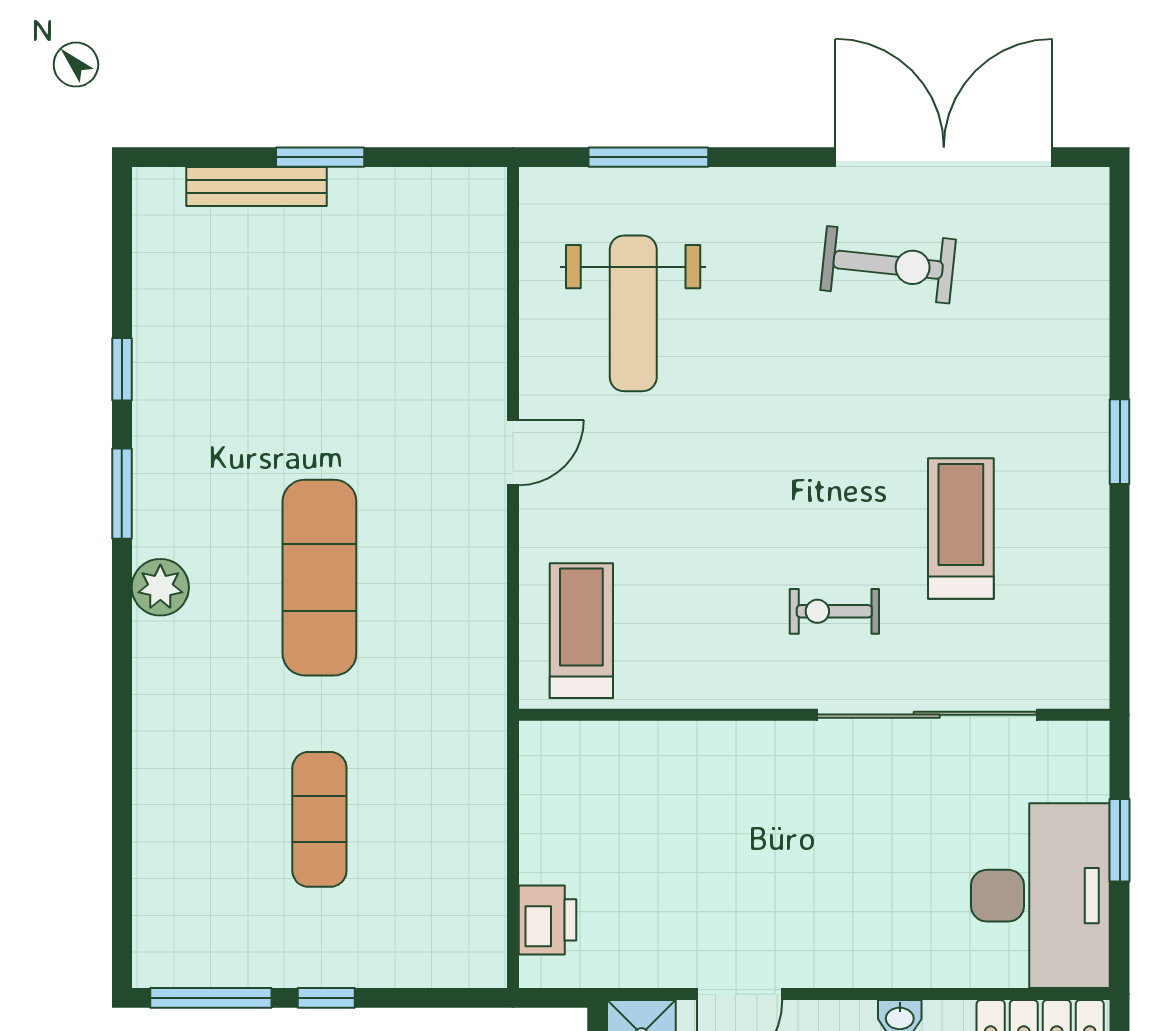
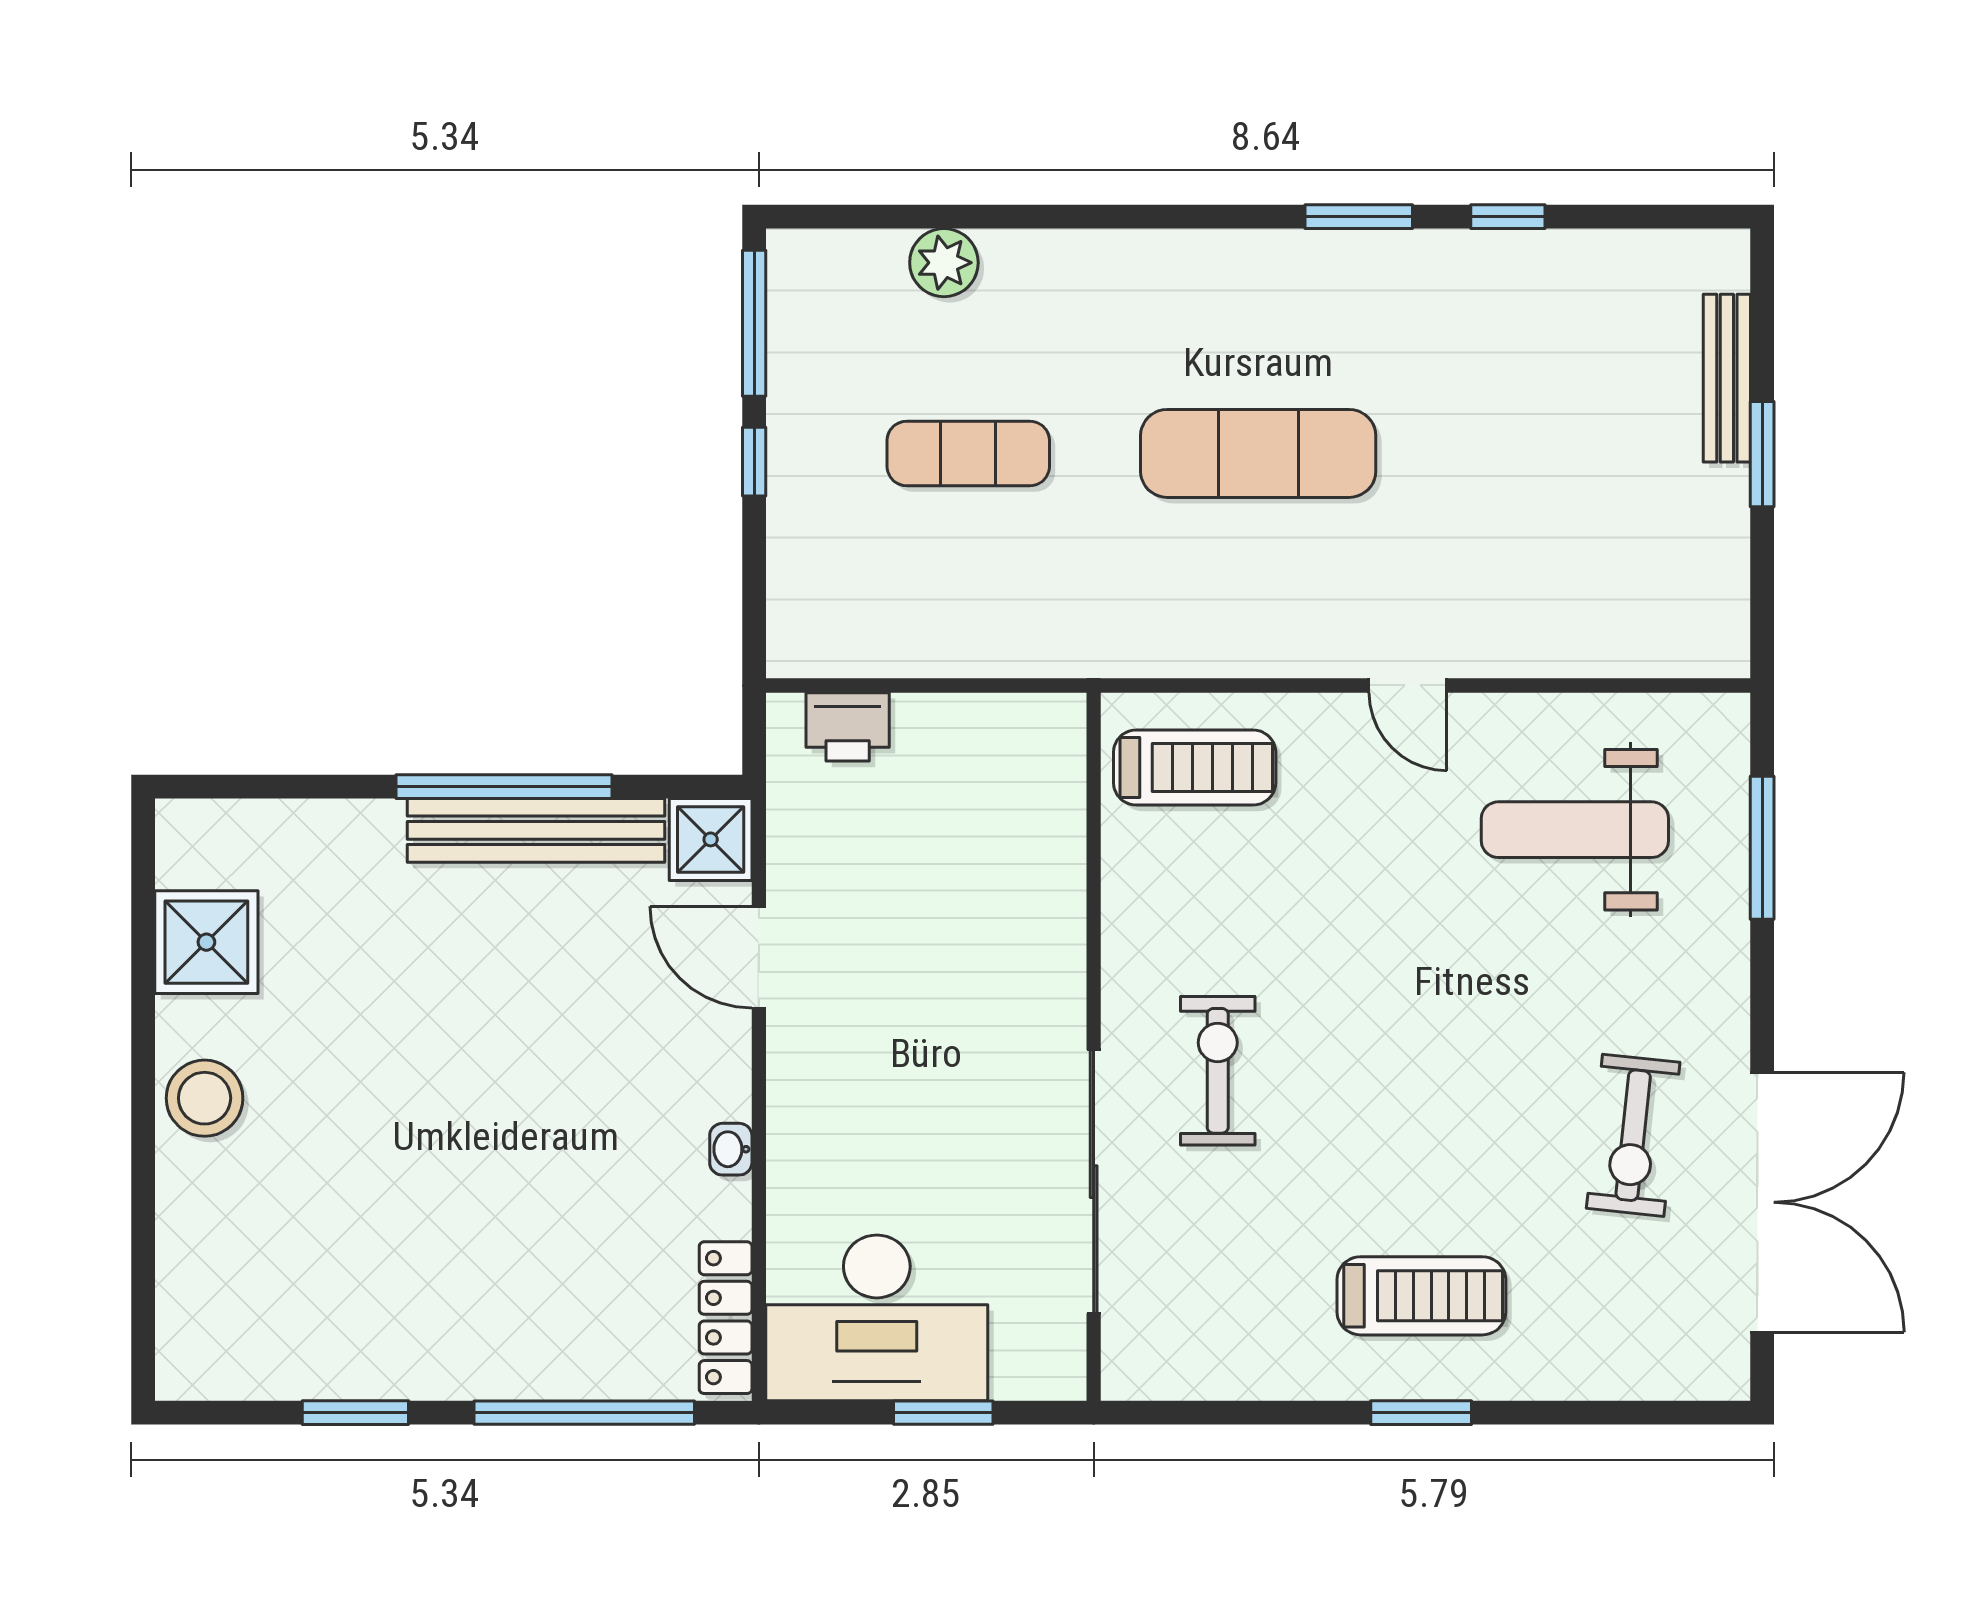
treadmill: (961, 529) -> (1421, 1296), moved
plant: (160, 587) -> (944, 263), moved
exercise bike: (834, 611) -> (1218, 1071), width x1.38, depth x1.39

